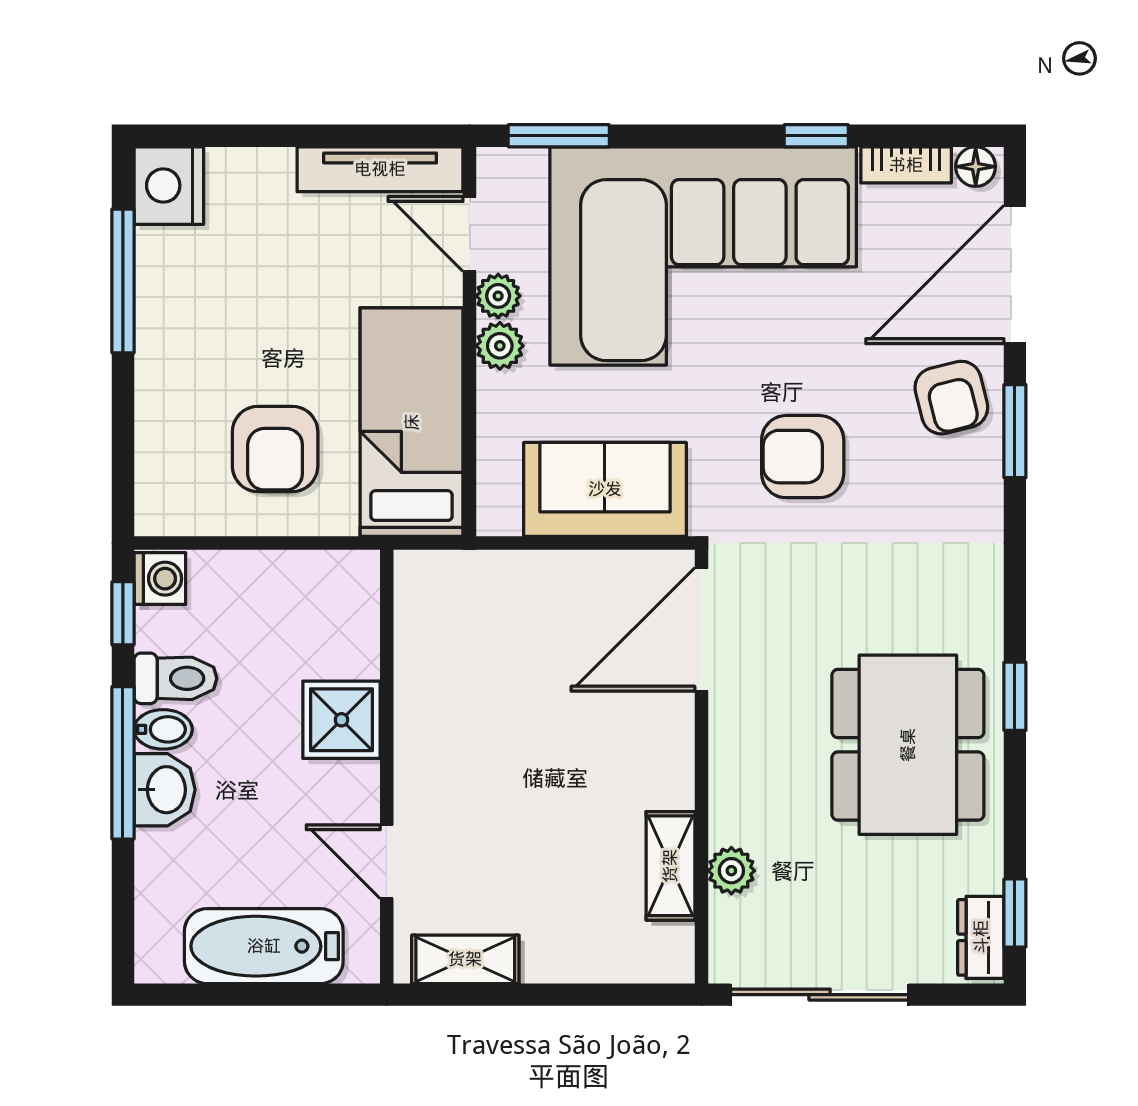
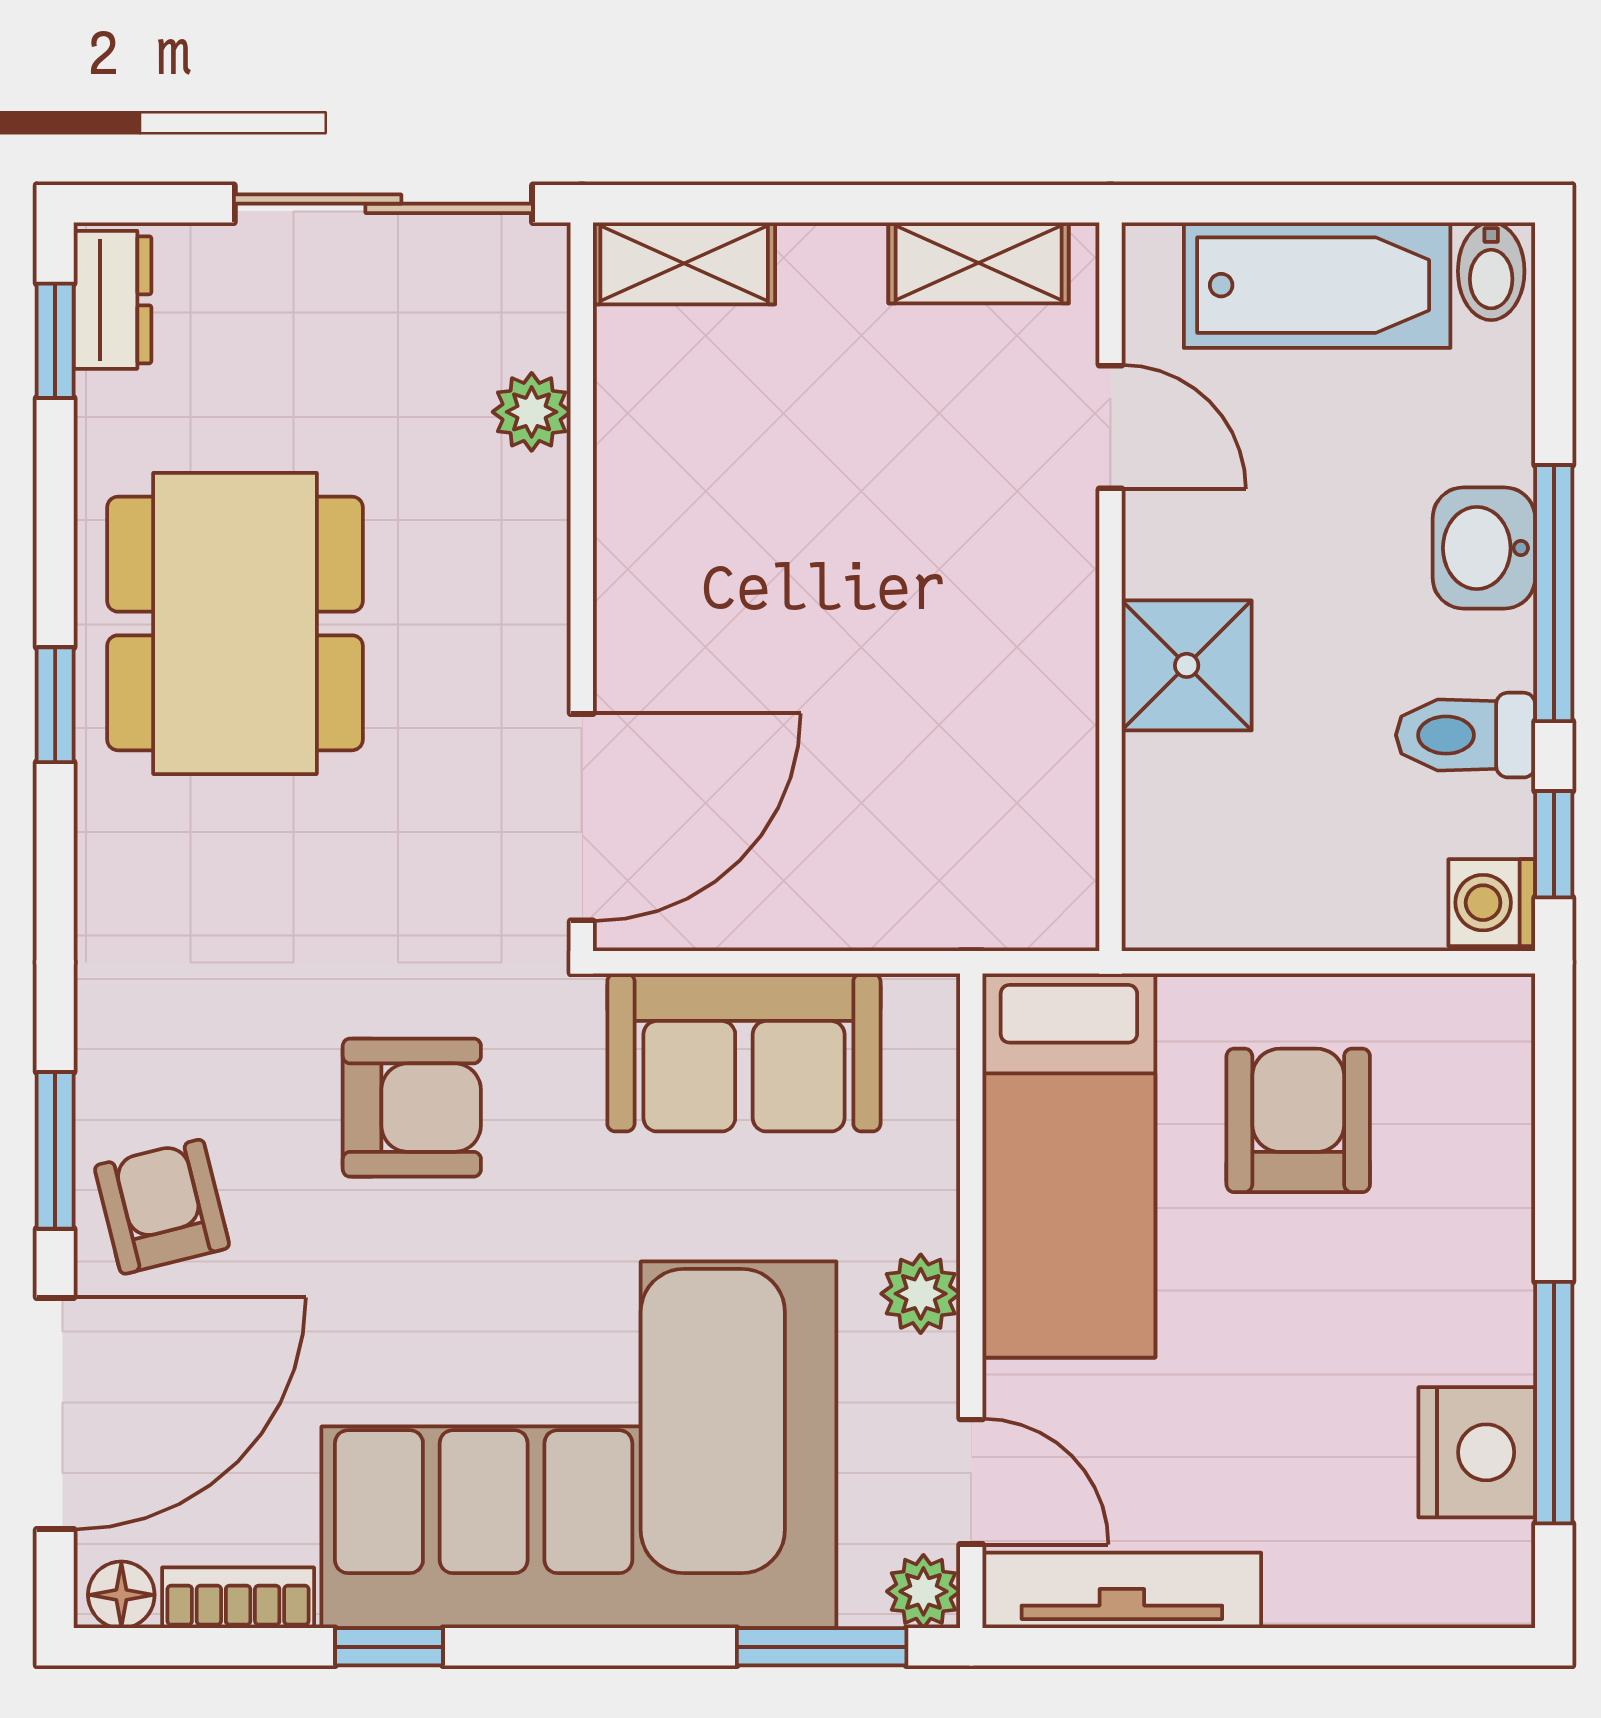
nightstand: (169, 186) -> (1477, 1452), moved
plant: (498, 296) -> (923, 1591), moved
bidet: (163, 729) -> (1491, 271), moved, turned -90
shelving: (670, 866) -> (684, 263), moved, turned 90

